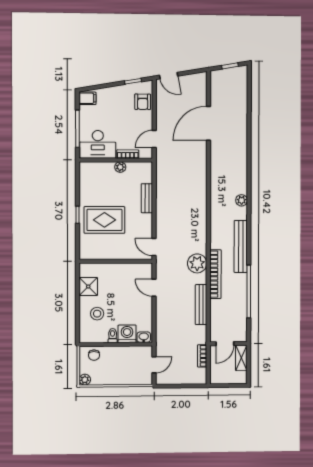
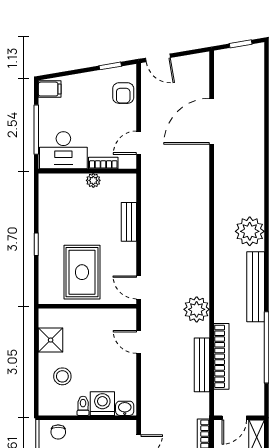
plant: (242, 200) -> (250, 231), width x1.87, depth x1.87
rug: (104, 220) -> (82, 272), moved, turned 90
bookcase: (215, 274) -> (221, 356), moved

